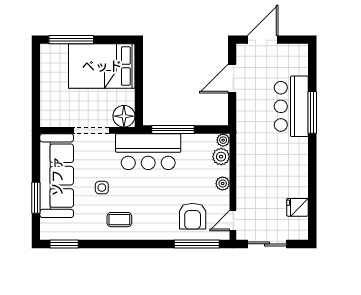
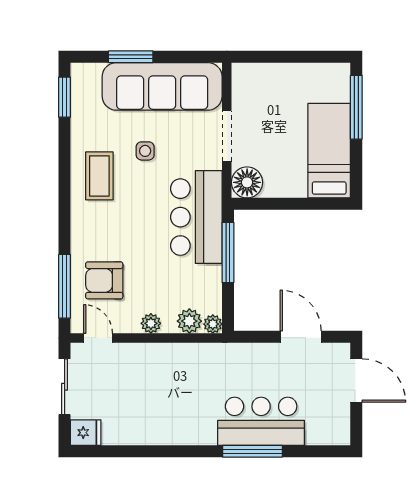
bed: (102, 66) -> (329, 151), width x0.67
fridge: (297, 207) -> (86, 433), moved, turned 90
coffee table: (119, 220) -> (99, 176), width x1.36, depth x1.30

